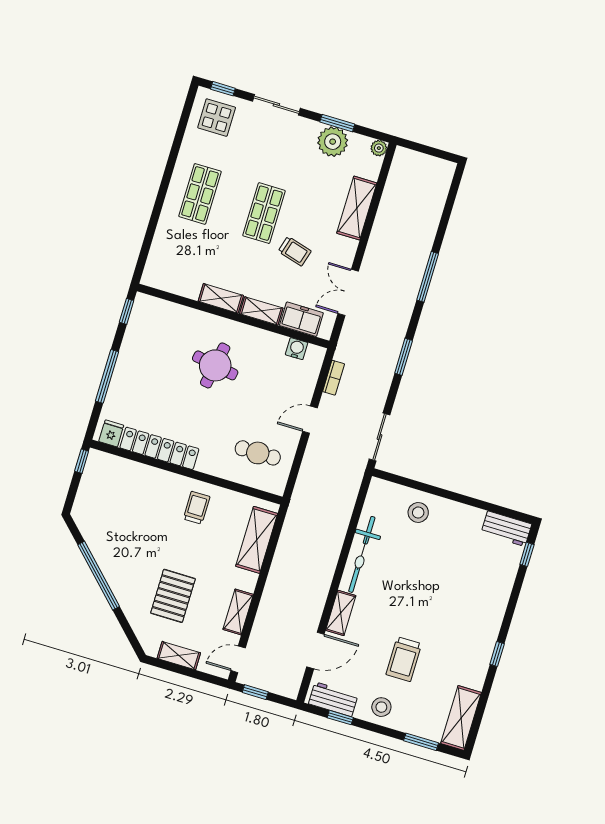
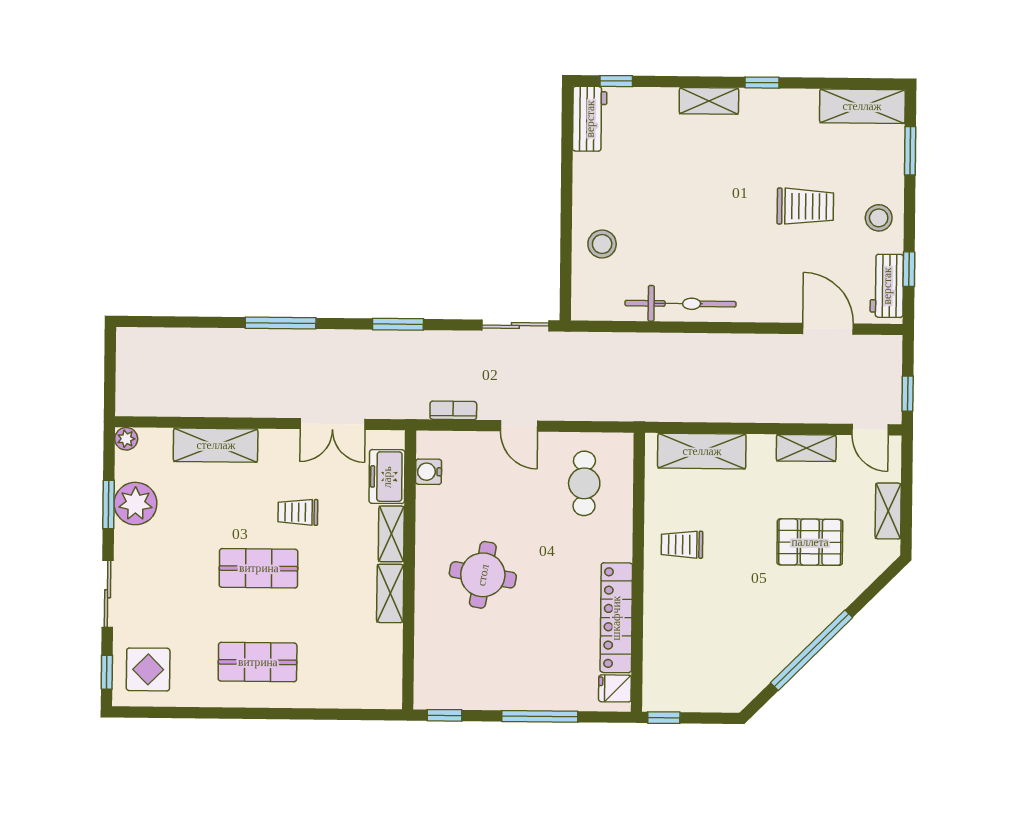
trolley: (295, 251) -> (298, 512), turned -106
shelving: (341, 613) -> (709, 101), moved

